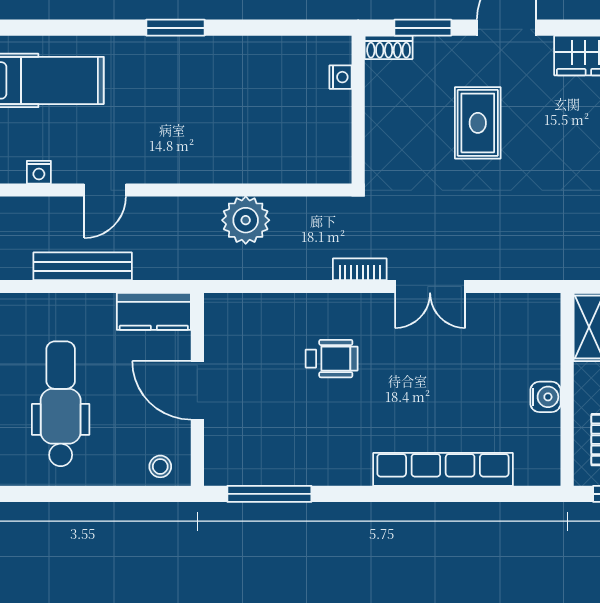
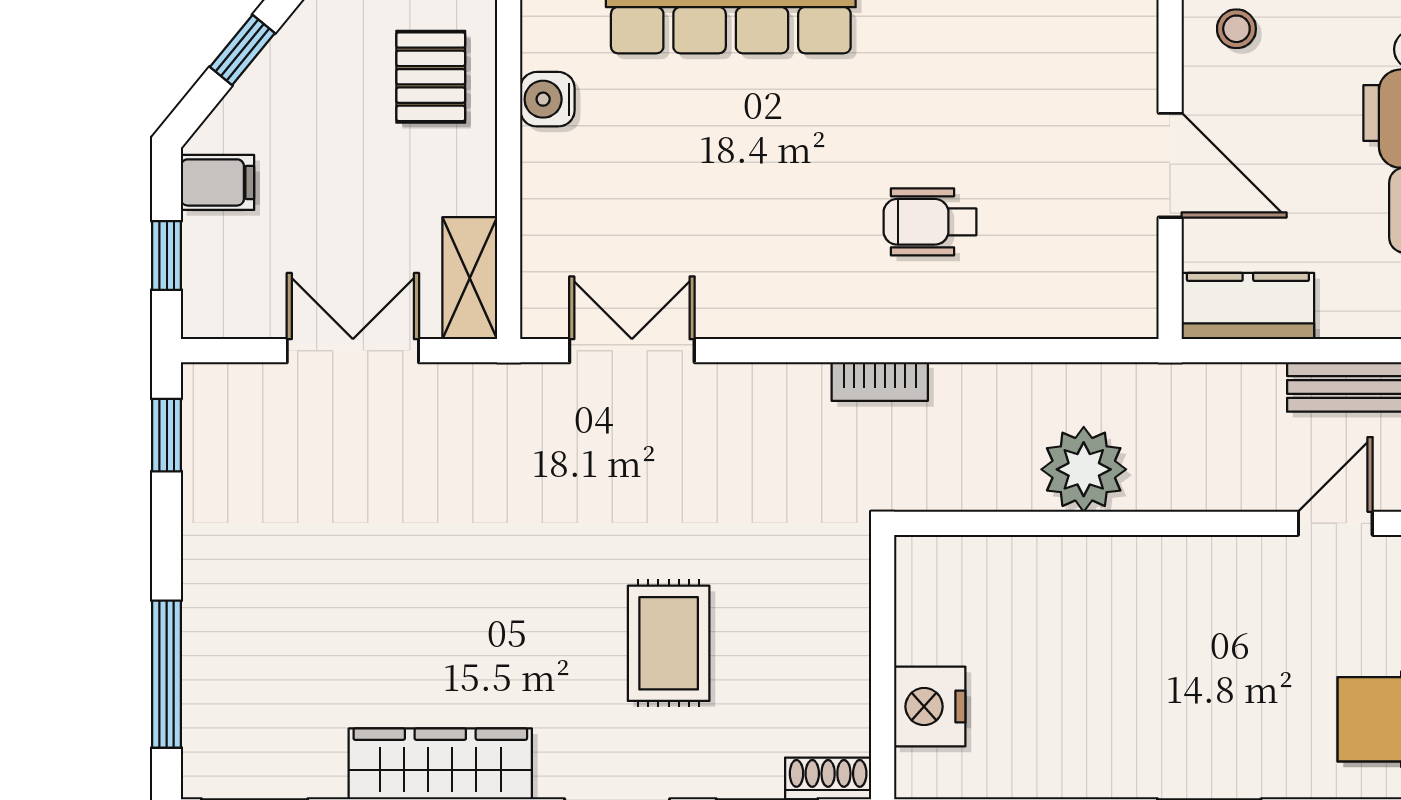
nightstand: (341, 77) -> (930, 707), width x1.89, depth x1.79
double door: (430, 286) -> (632, 351), moved
water cooler: (545, 397) -> (547, 99), moved

